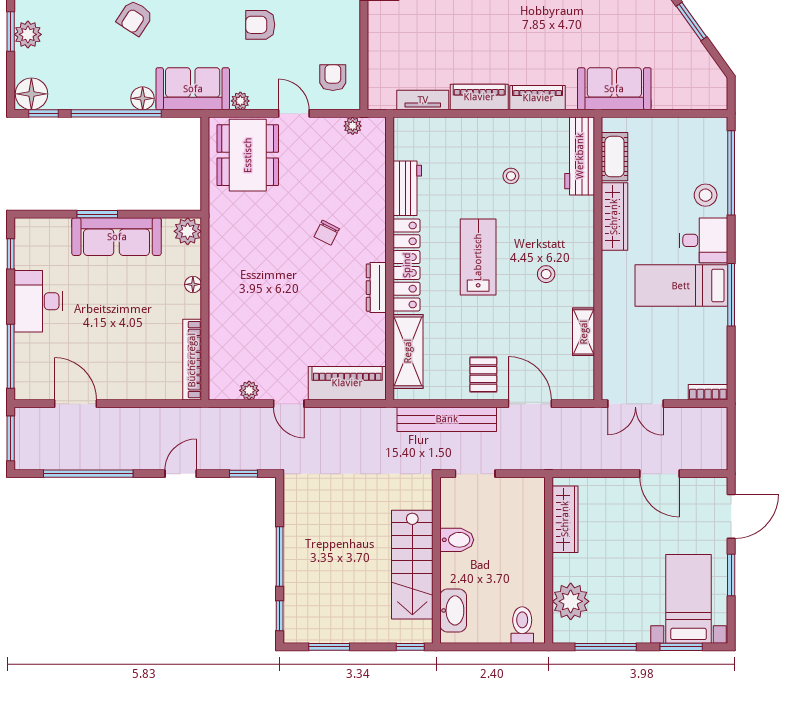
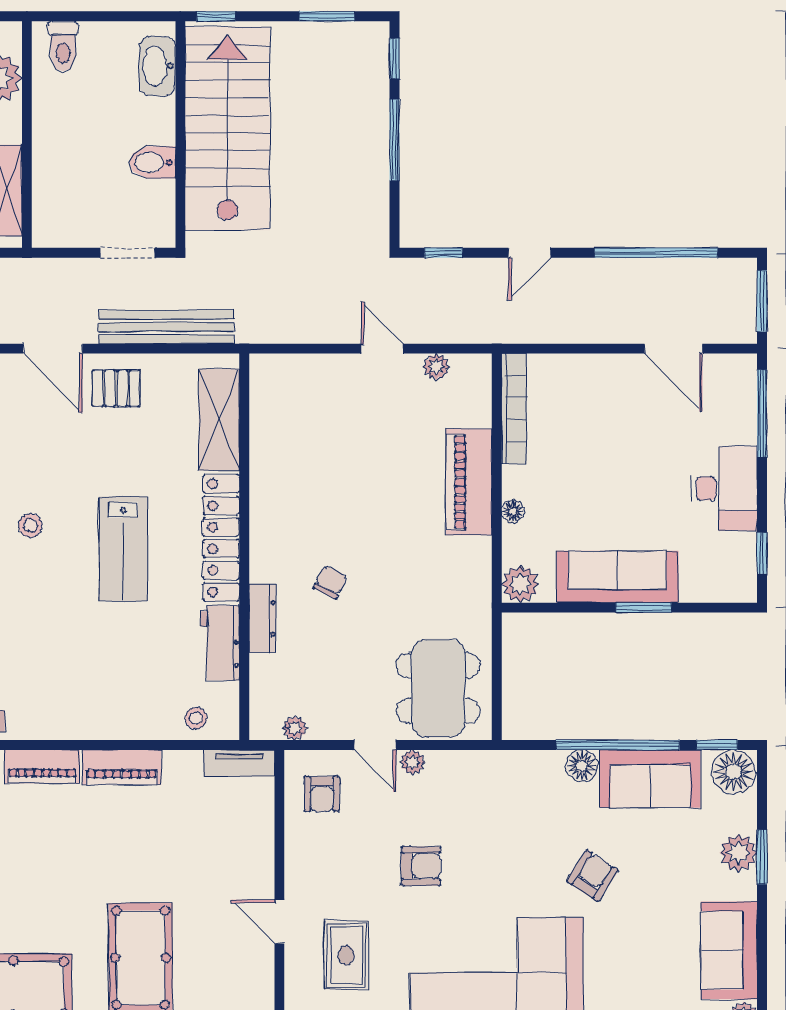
sofa: (193, 89) -> (650, 779), moved
tv unit: (423, 100) -> (239, 763), moved
plant: (240, 101) -> (412, 762), moved
stool: (511, 176) -> (196, 718), moved
dresser: (376, 288) -> (262, 618), moved
pallet: (483, 375) -> (116, 388), turned 90
piano: (347, 383) -> (469, 482), moved, turned 90
stairs: (412, 565) -> (227, 129), width x1.36, depth x1.51

